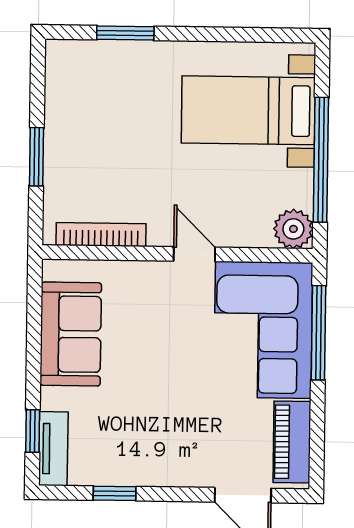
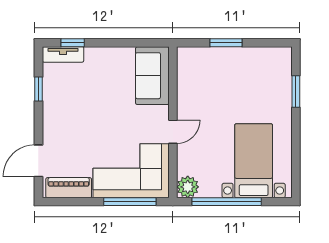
bookcase: (101, 235) -> (183, 79), removed
sofa: (71, 334) -> (152, 76), moved, turned 90

